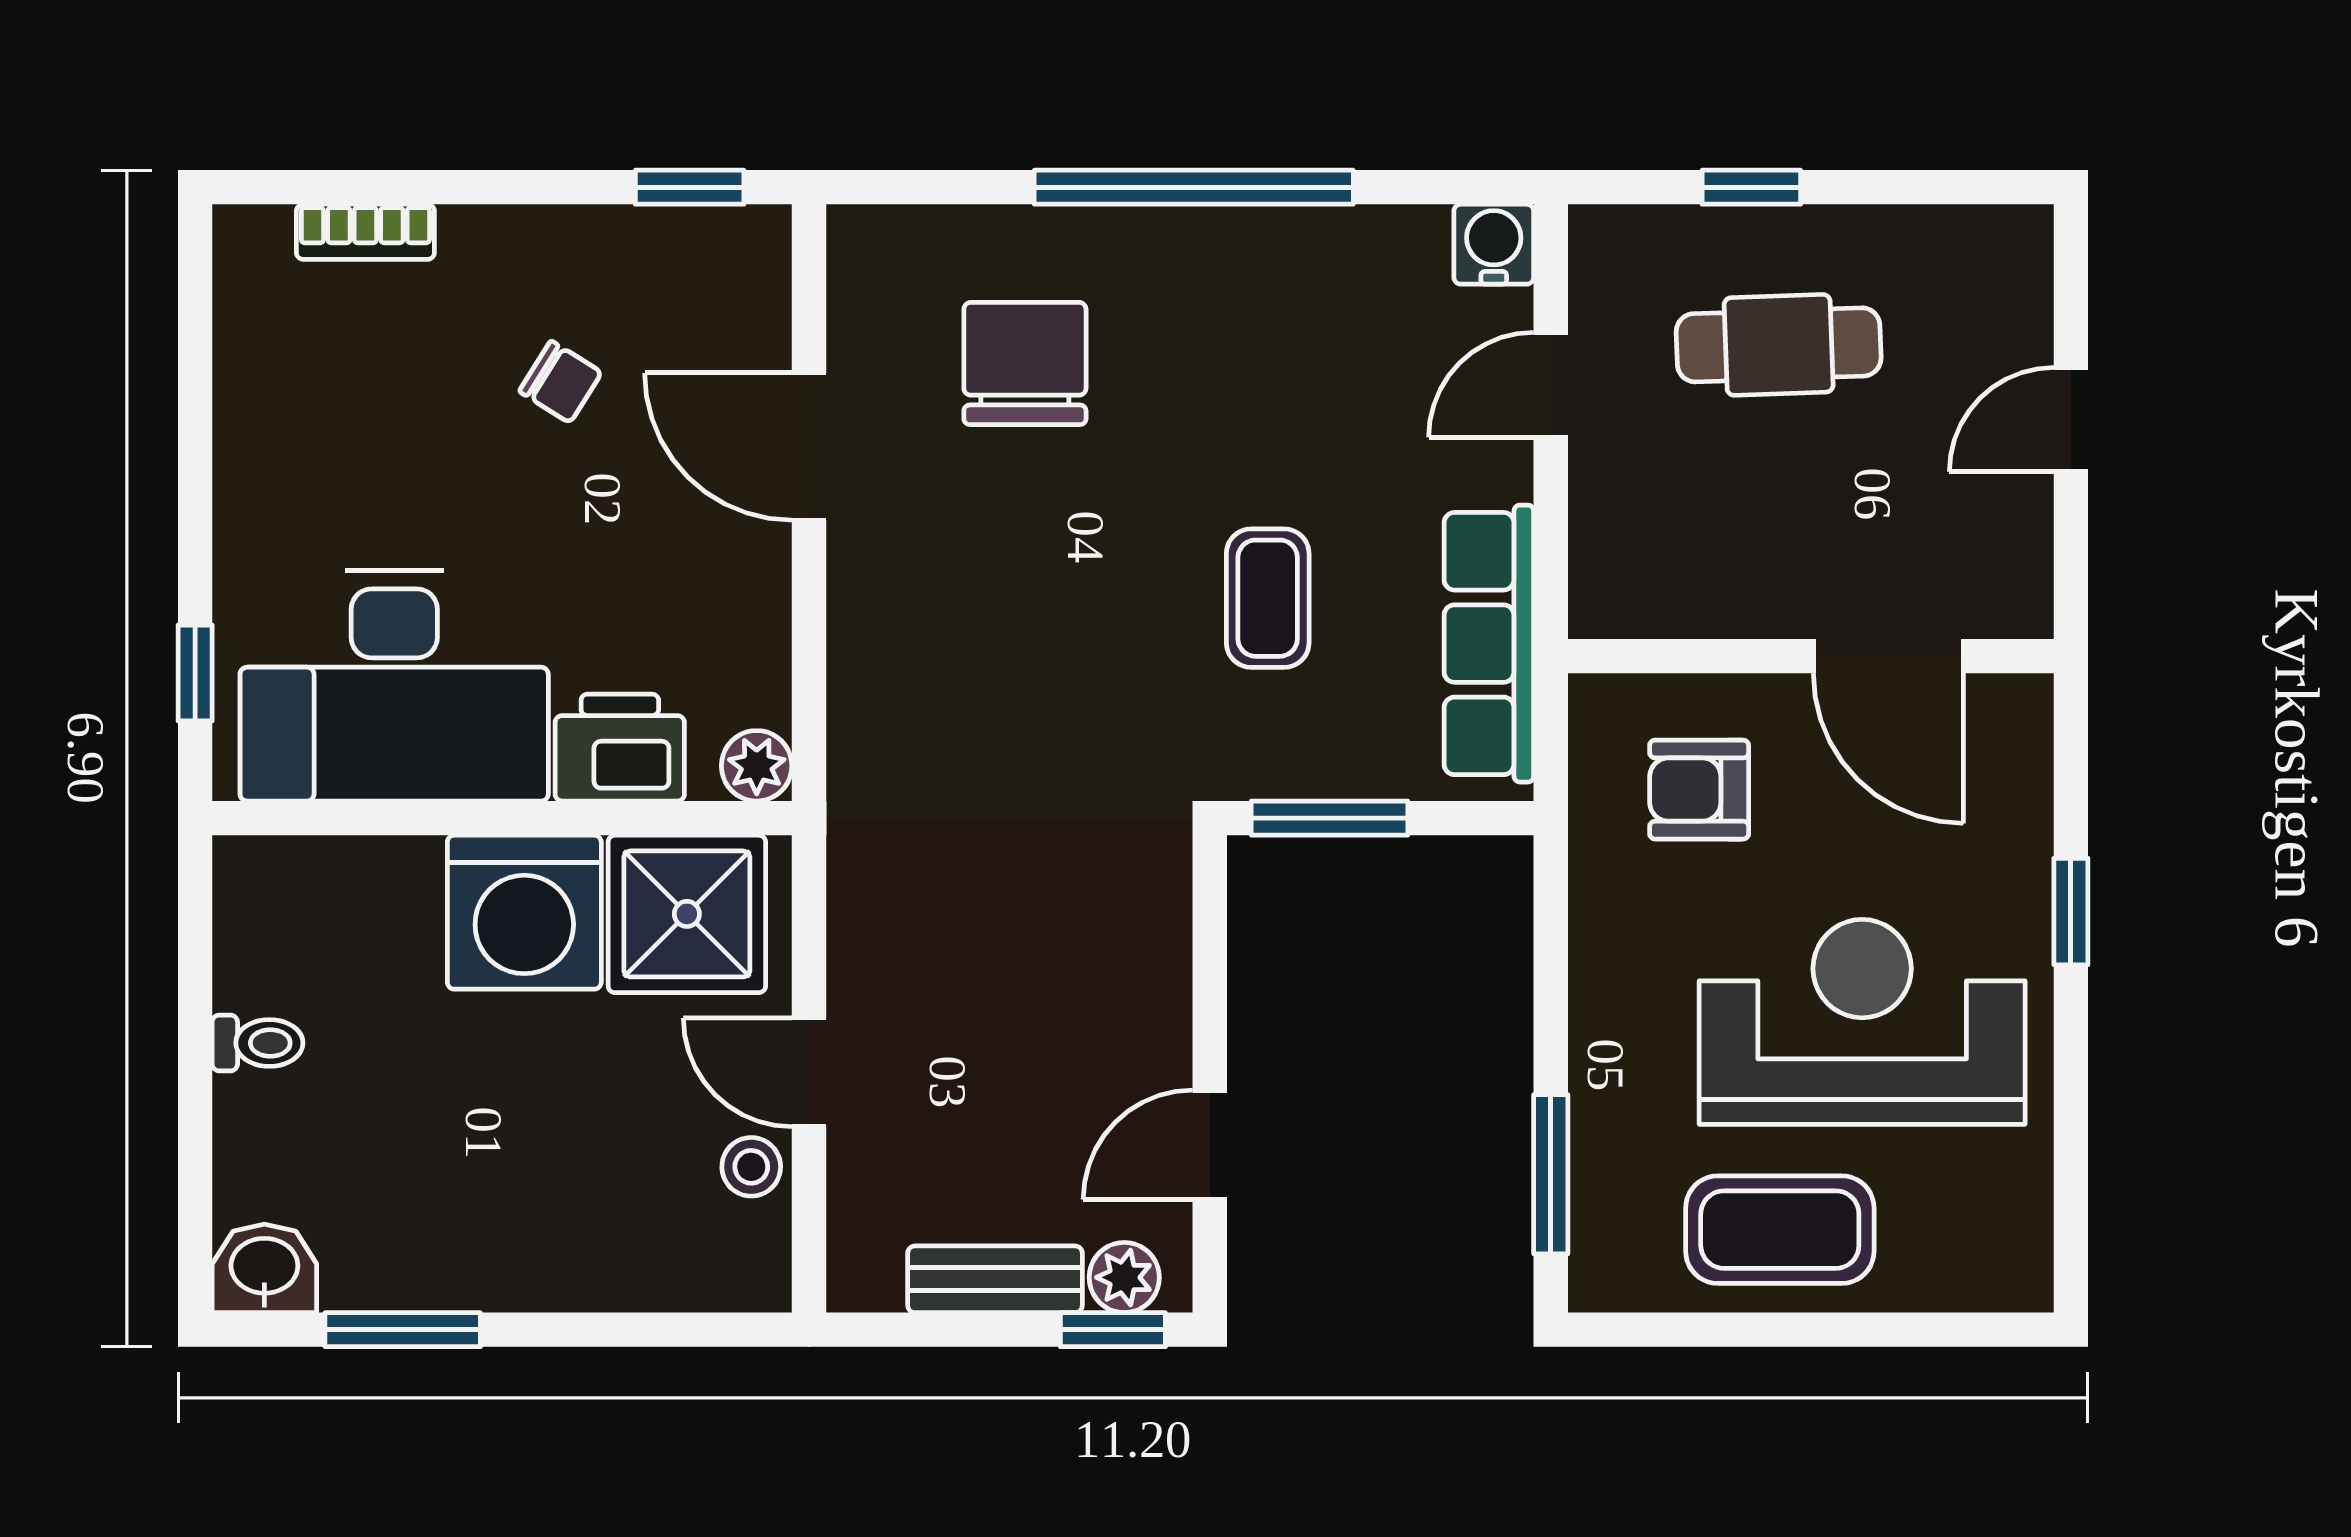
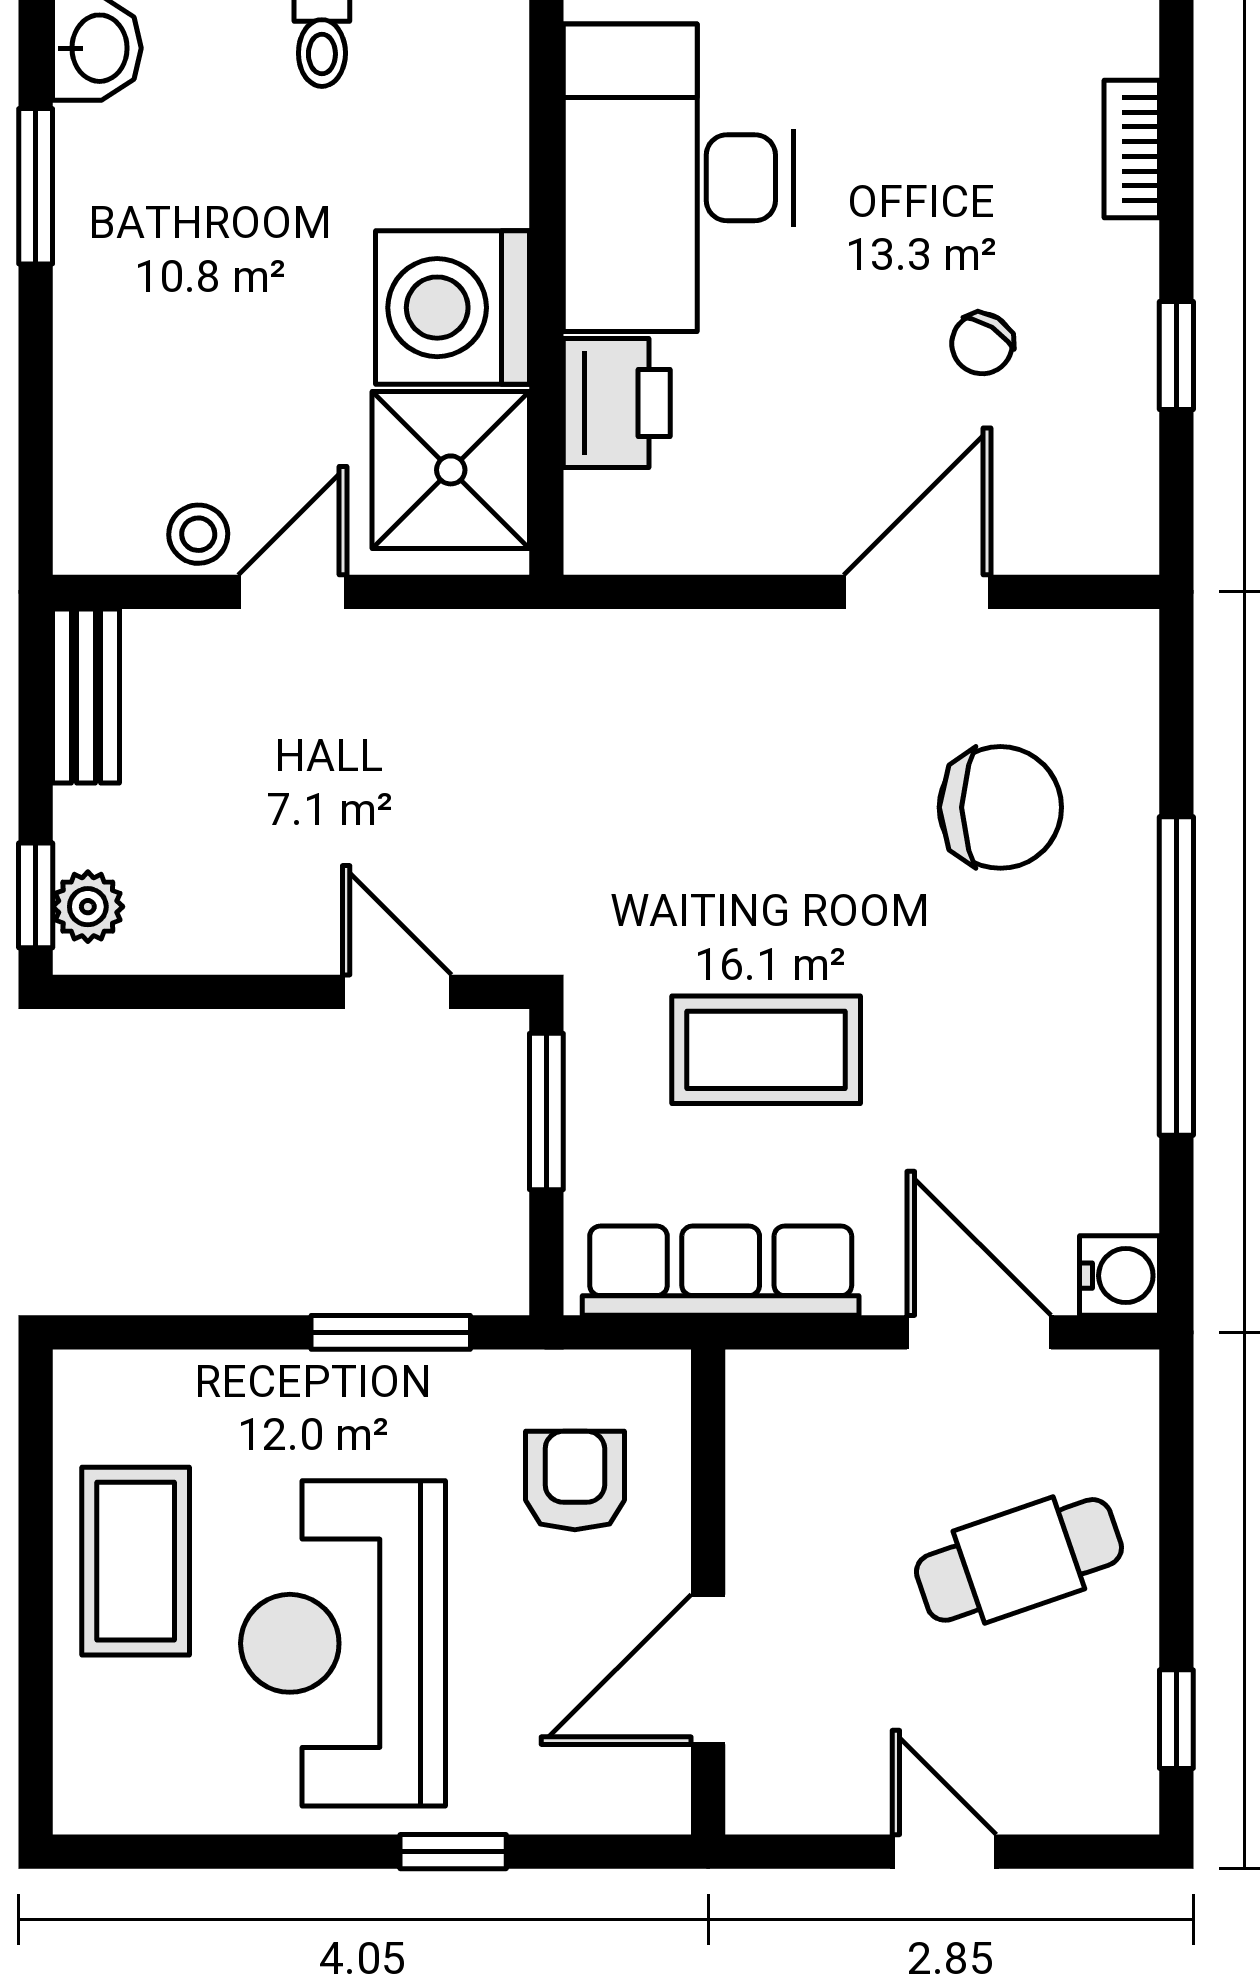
window: (690, 187) -> (1176, 355), moved
window: (1751, 187) -> (1176, 1719), moved
cafe table: (1779, 345) -> (1019, 1560), turned 73
door: (1551, 385) -> (979, 1332), width x1.37
coffee table: (1268, 598) -> (766, 1050), width x1.36, depth x1.30
plant: (757, 766) -> (599, 540), removed
reception desk: (1862, 1022) -> (343, 1643), turned 180
door: (1210, 1145) -> (397, 992), moved
window: (1551, 1174) -> (391, 1332), moved
bench: (995, 1279) -> (86, 696), moved

